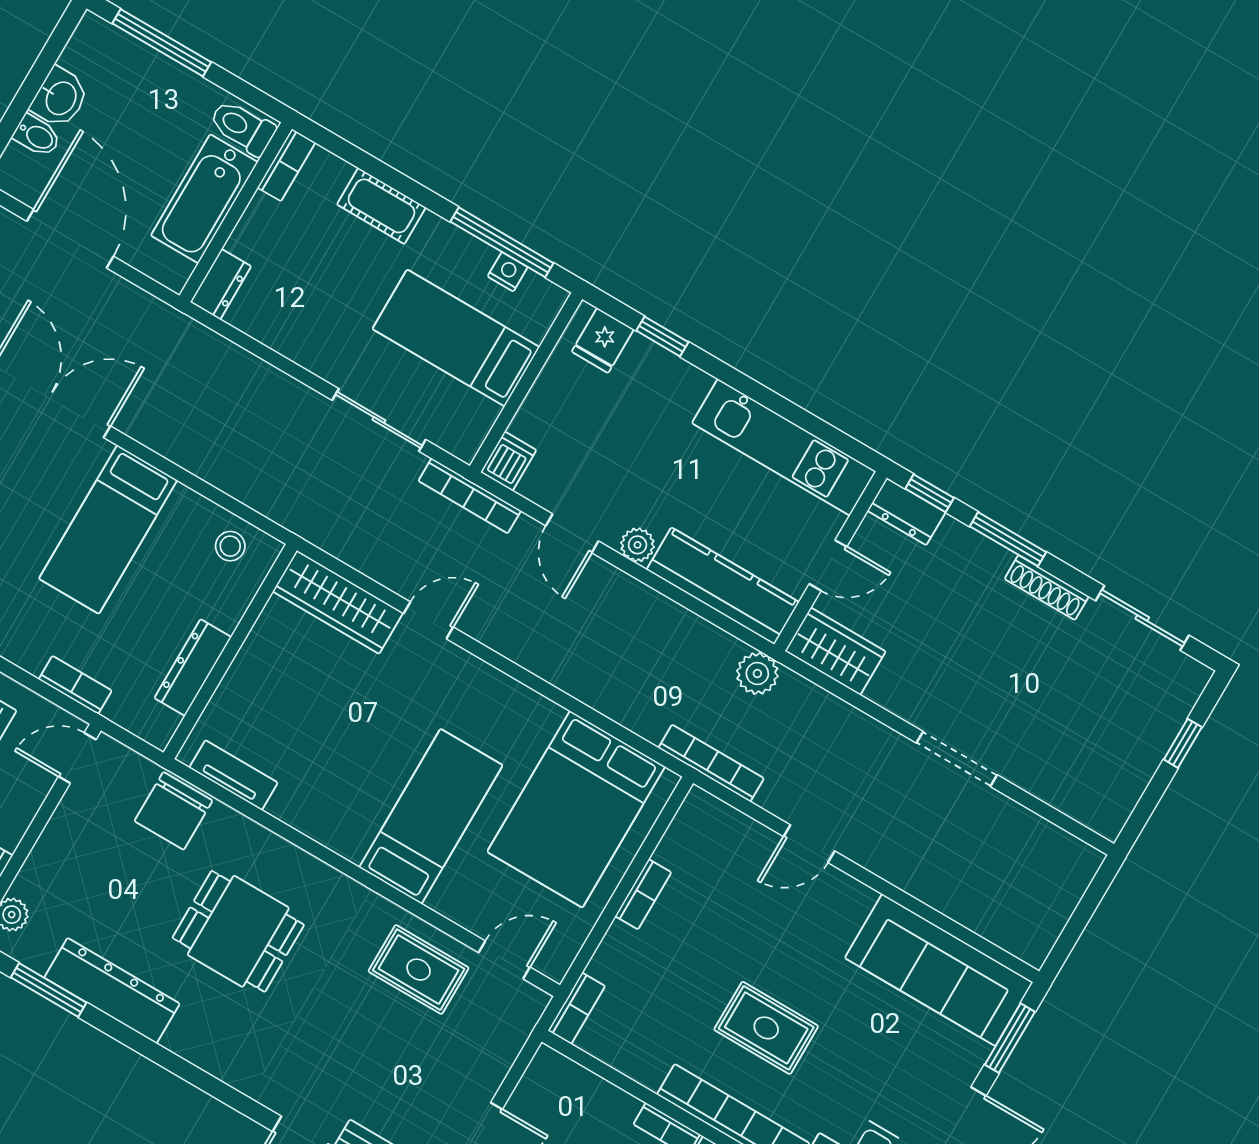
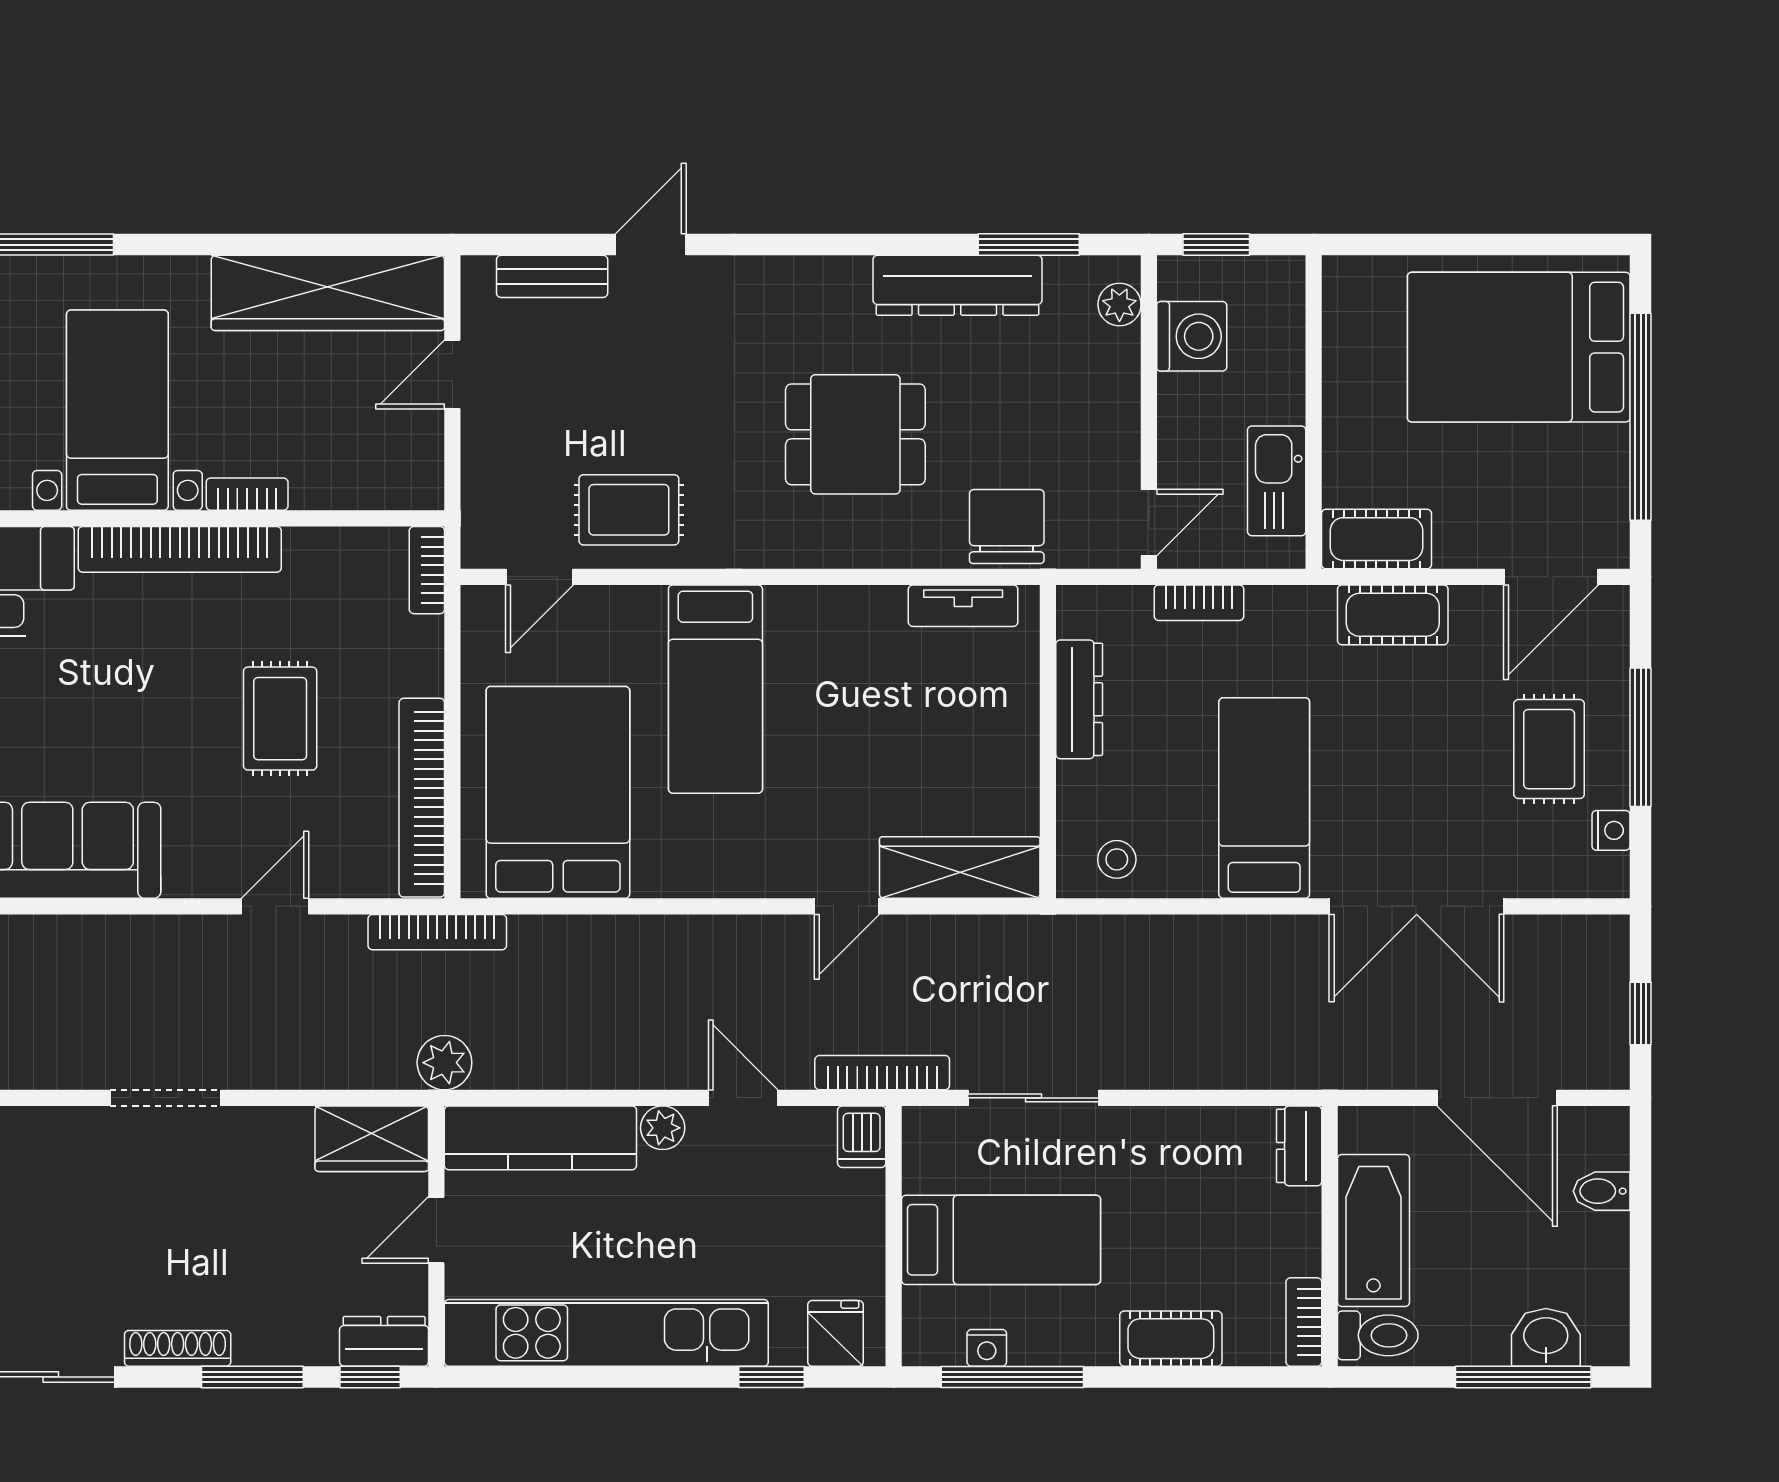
washbasin: (60, 98) -> (1546, 1337), moved, turned 90
kitchen unit: (784, 447) -> (606, 1333), width x1.36
bookcase: (643, 894) -> (422, 798), width x2.31, depth x1.31
rug: (766, 1028) -> (280, 719), moved, turned 90

